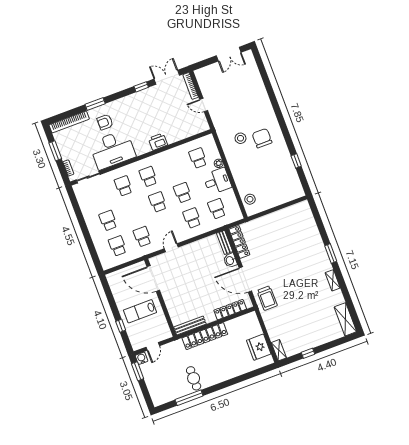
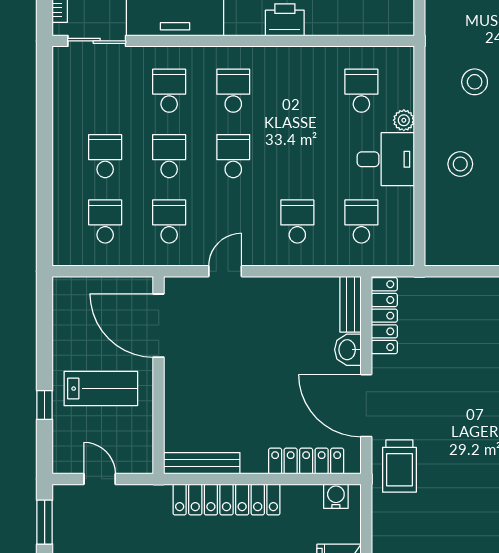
school desk: (183, 193) -> (169, 156), moved
stool: (250, 199) -> (460, 164), moved
lab bench: (140, 311) -> (101, 389), turned 180
door: (153, 346) -> (100, 479), swing flipped
water cooler: (142, 358) -> (336, 496), moved

